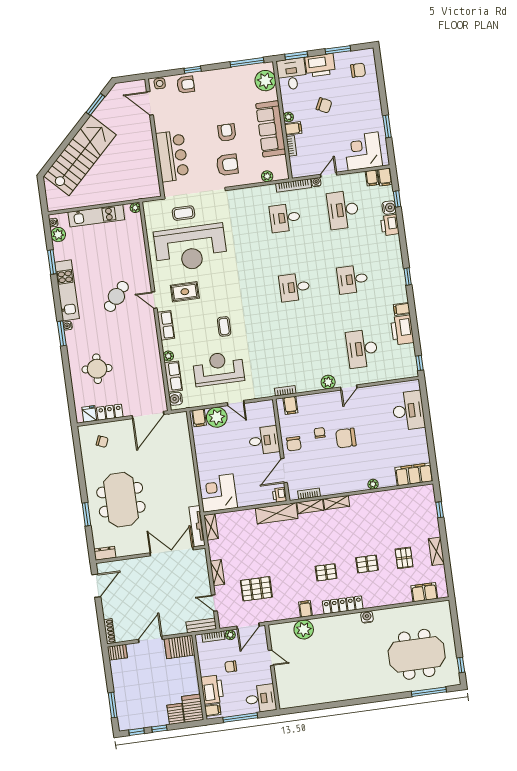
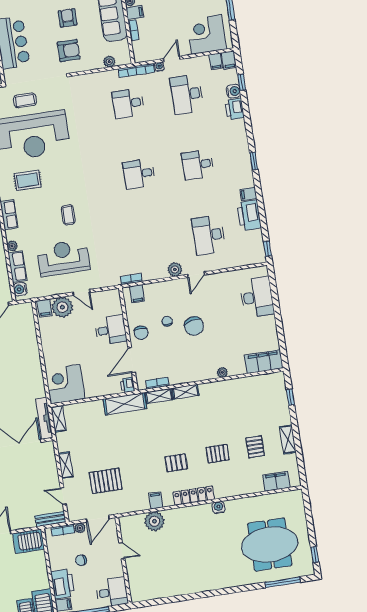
chair: (346, 438) -> (194, 326), turned -102

